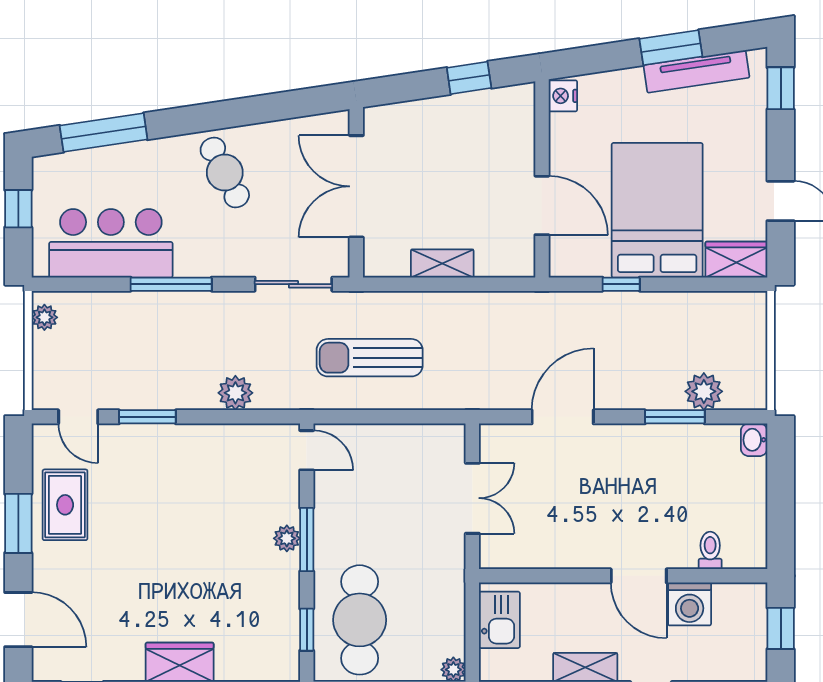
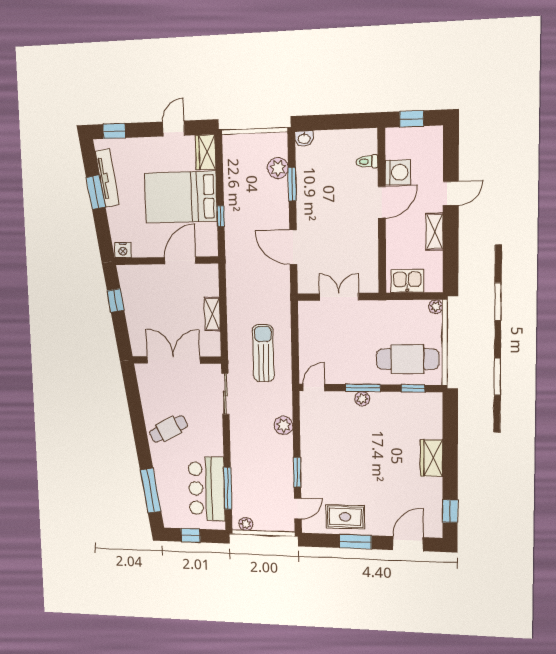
double door: (356, 186) -> (173, 360), swing flipped
window: (171, 284) -> (228, 488), moved
sun lounger: (370, 358) -> (263, 353), turned 180

